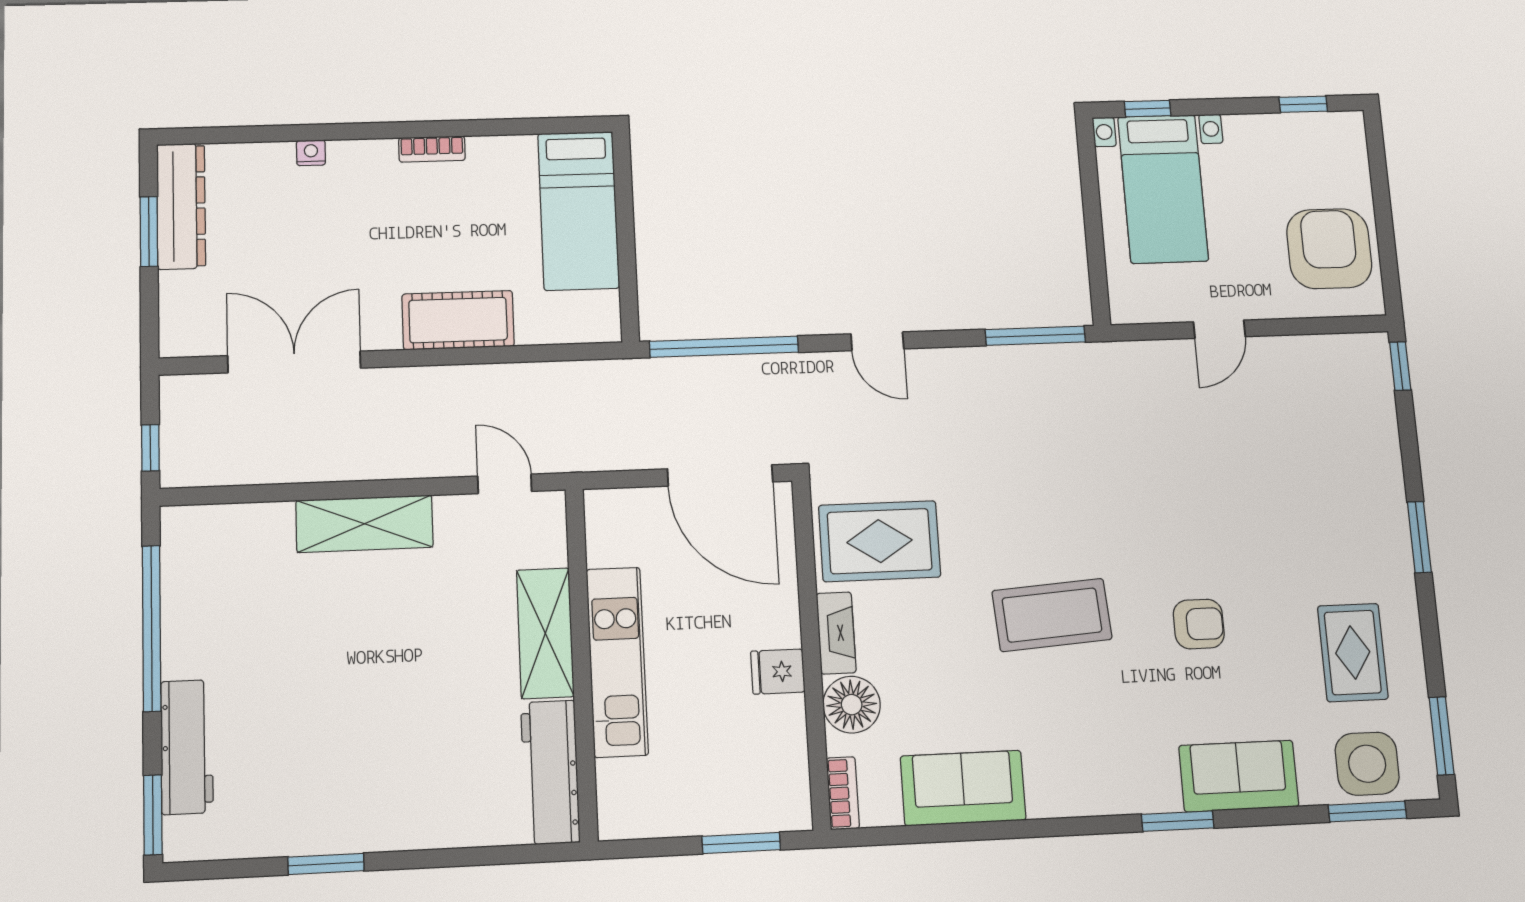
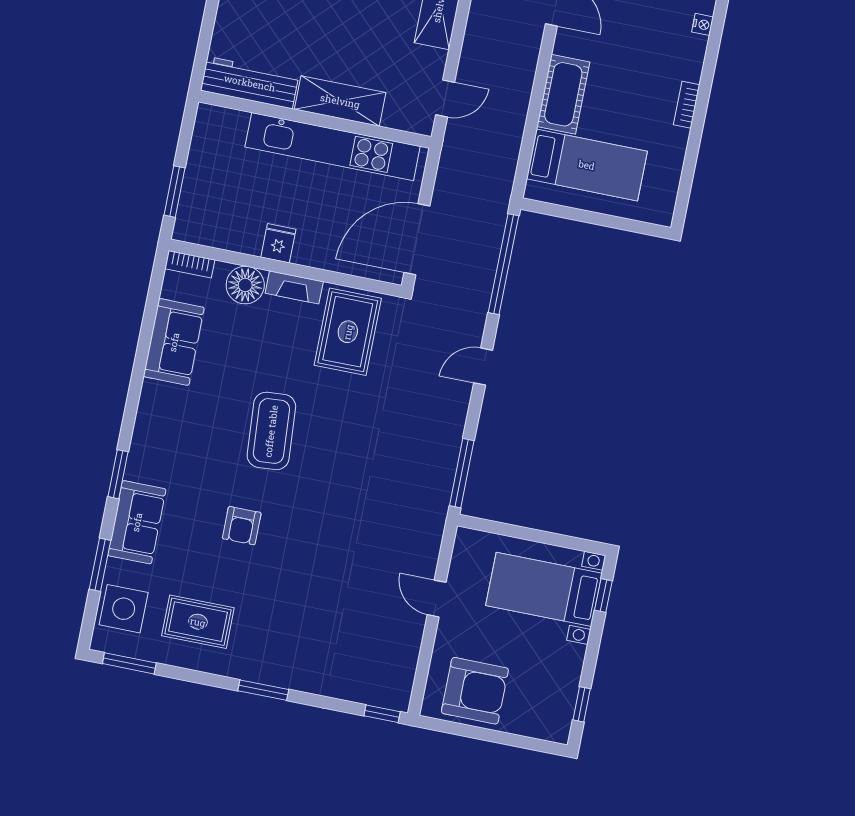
bed: (578, 211) -> (587, 165), moved, turned 180
kitchen unit: (617, 662) -> (333, 147), width x1.36
window: (1367, 812) -> (100, 565), moved

